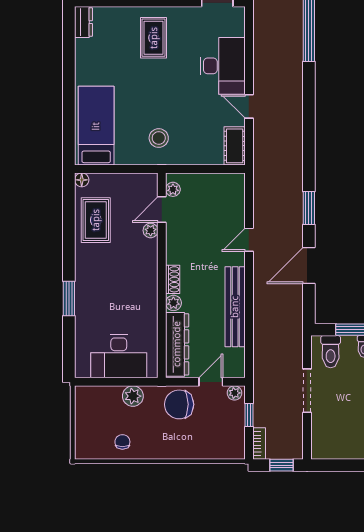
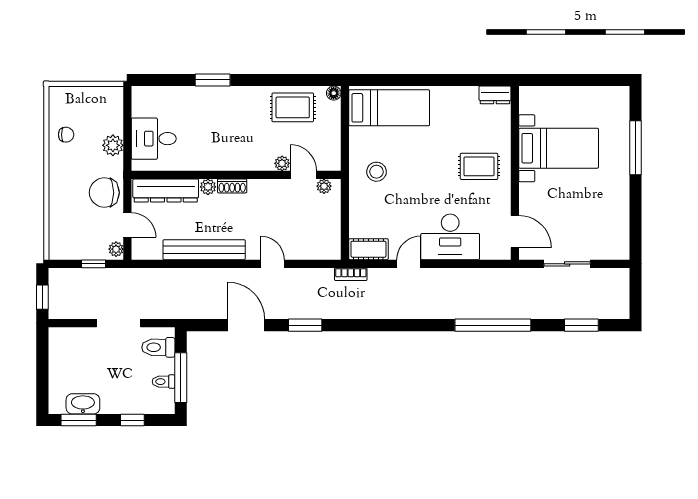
desk: (119, 356) -> (154, 139), width x0.73
chair: (179, 404) -> (104, 193), turned -90
bookcase: (259, 443) -> (351, 274), moved

